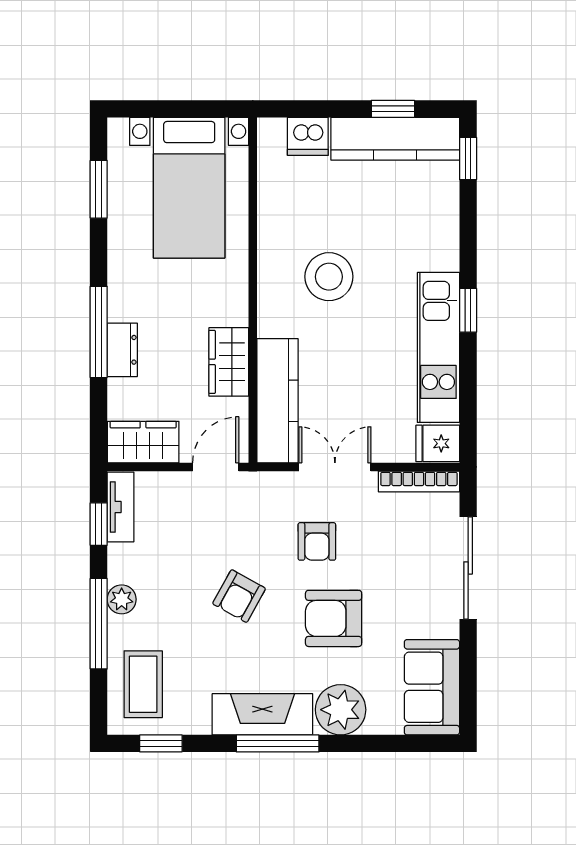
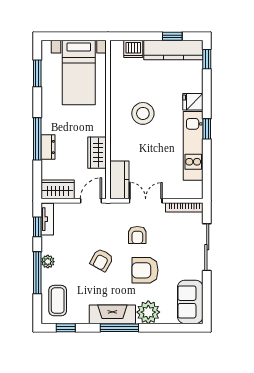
kitchen counter: (278, 401) -> (119, 180), width x0.67
fridge: (438, 443) -> (193, 102), moved

